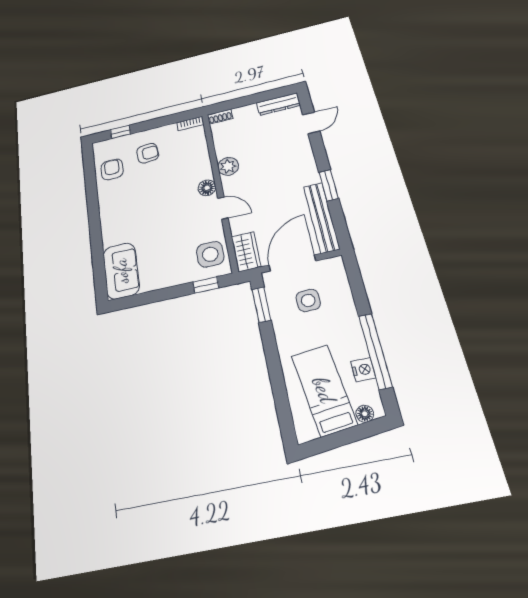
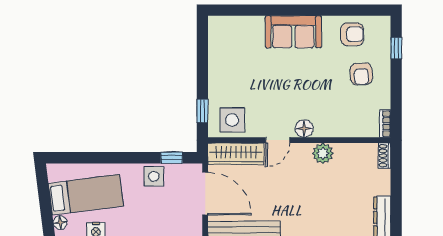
wardrobe: (246, 252) -> (236, 154), width x1.50
sofa: (121, 271) -> (293, 32), moved
side table: (308, 300) -> (154, 176), moved
window: (261, 305) -> (172, 158), width x0.67

